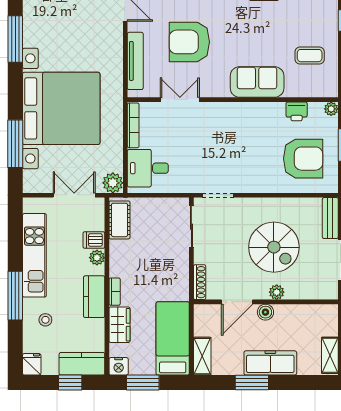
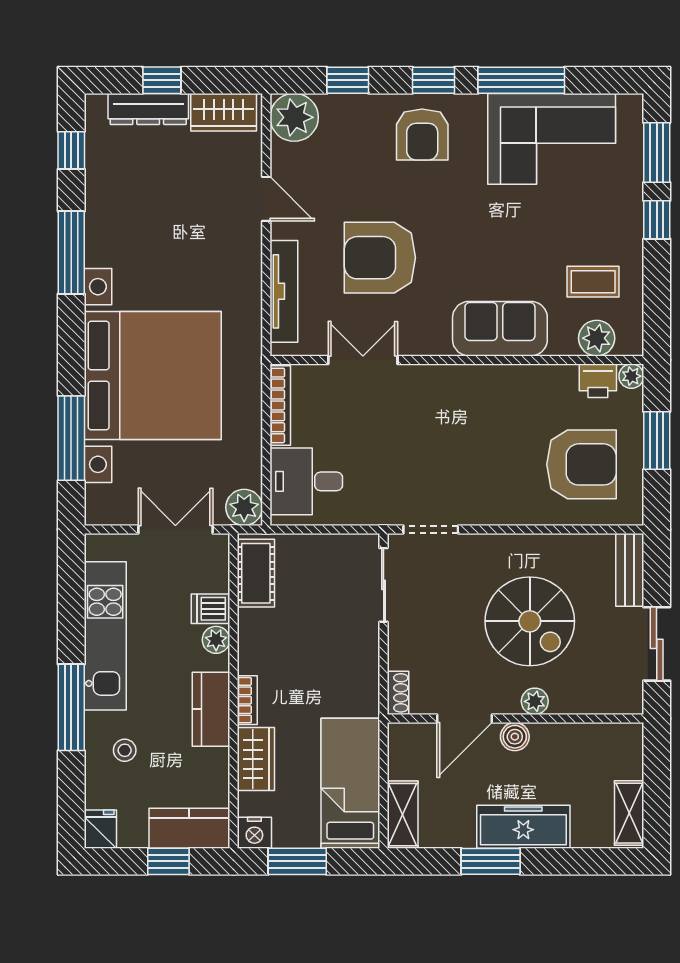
plant: (312, 87) -> (597, 338), added
printer: (297, 111) -> (598, 381), moved
shoe rack: (200, 282) -> (398, 693), width x0.70

